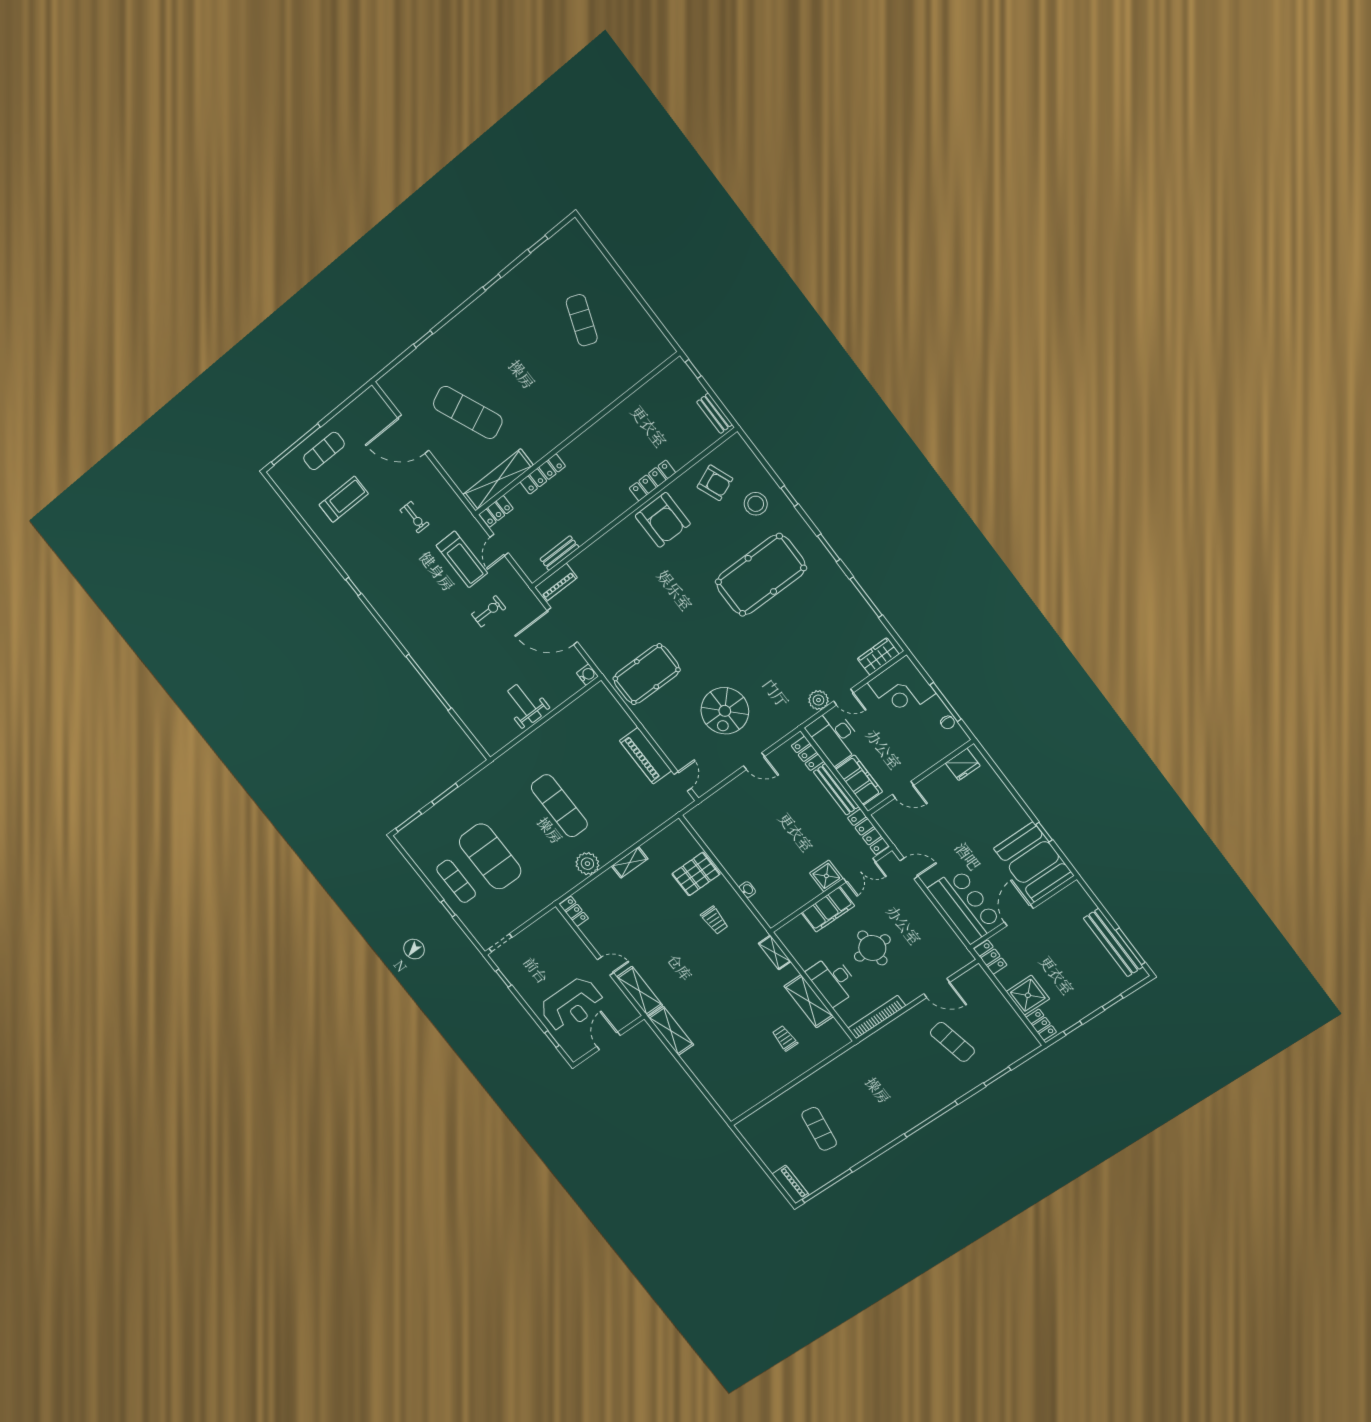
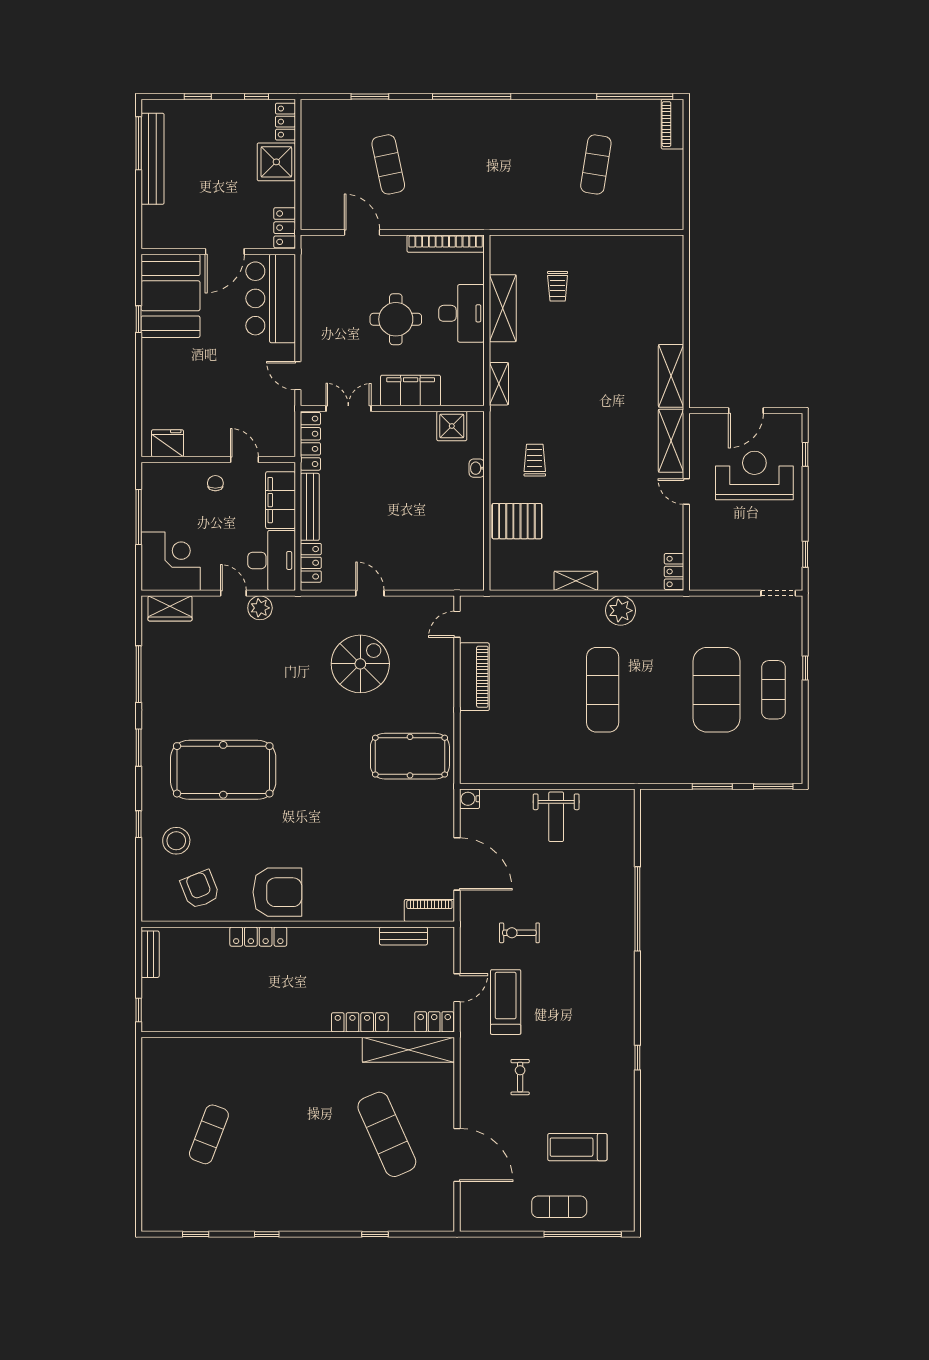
armchair: (663, 520) -> (277, 892), turned 90
chair: (948, 722) -> (215, 483), moved
shower: (826, 876) -> (452, 426), moved

